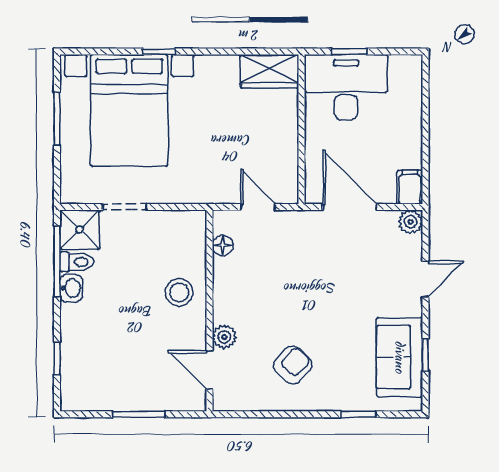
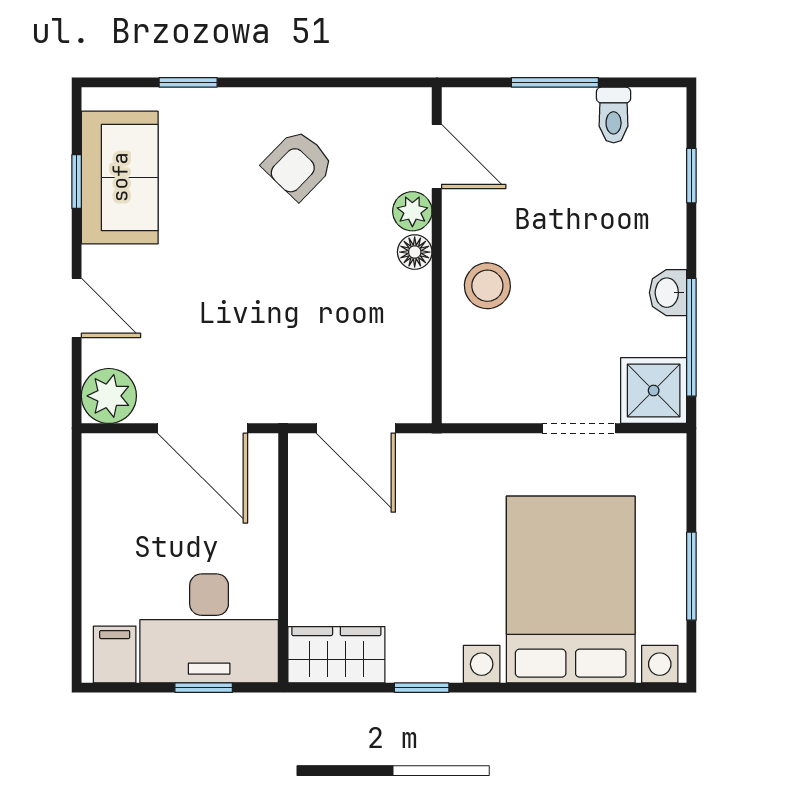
window: (159, 52) -> (422, 688), moved
filing cabinet: (410, 187) -> (115, 654), moved, turned 180
door: (258, 207) -> (356, 428), width x1.38
plant: (411, 222) -> (109, 396), width x1.38, depth x1.38
floor lamp: (223, 245) -> (415, 252), moved
toilet: (77, 262) -> (614, 115), moved, turned -90
door: (425, 279) -> (77, 308), swing flipped

